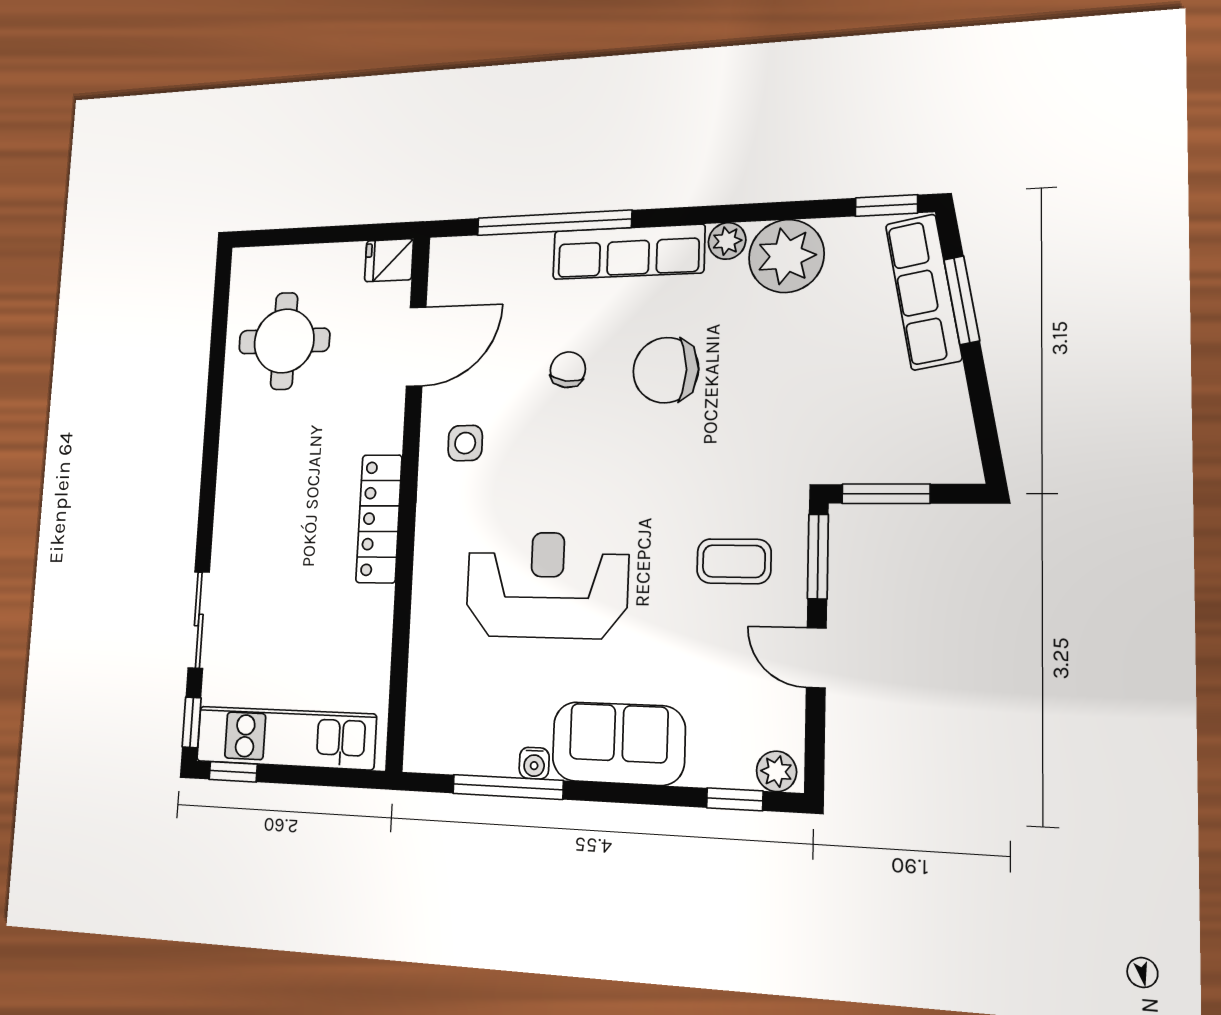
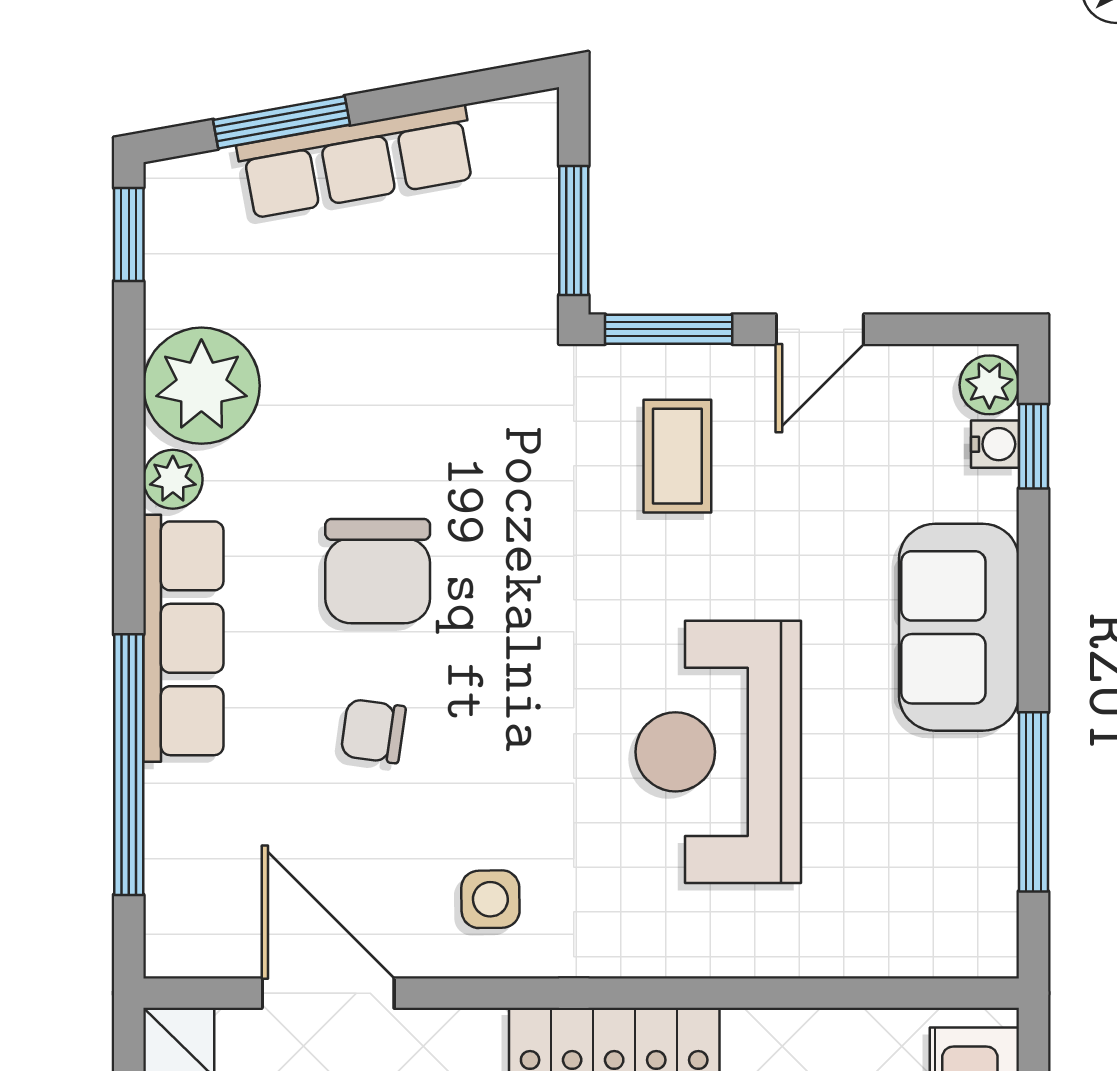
row of seats: (924, 292) -> (357, 162), moved
water cooler: (534, 763) -> (995, 444), moved

